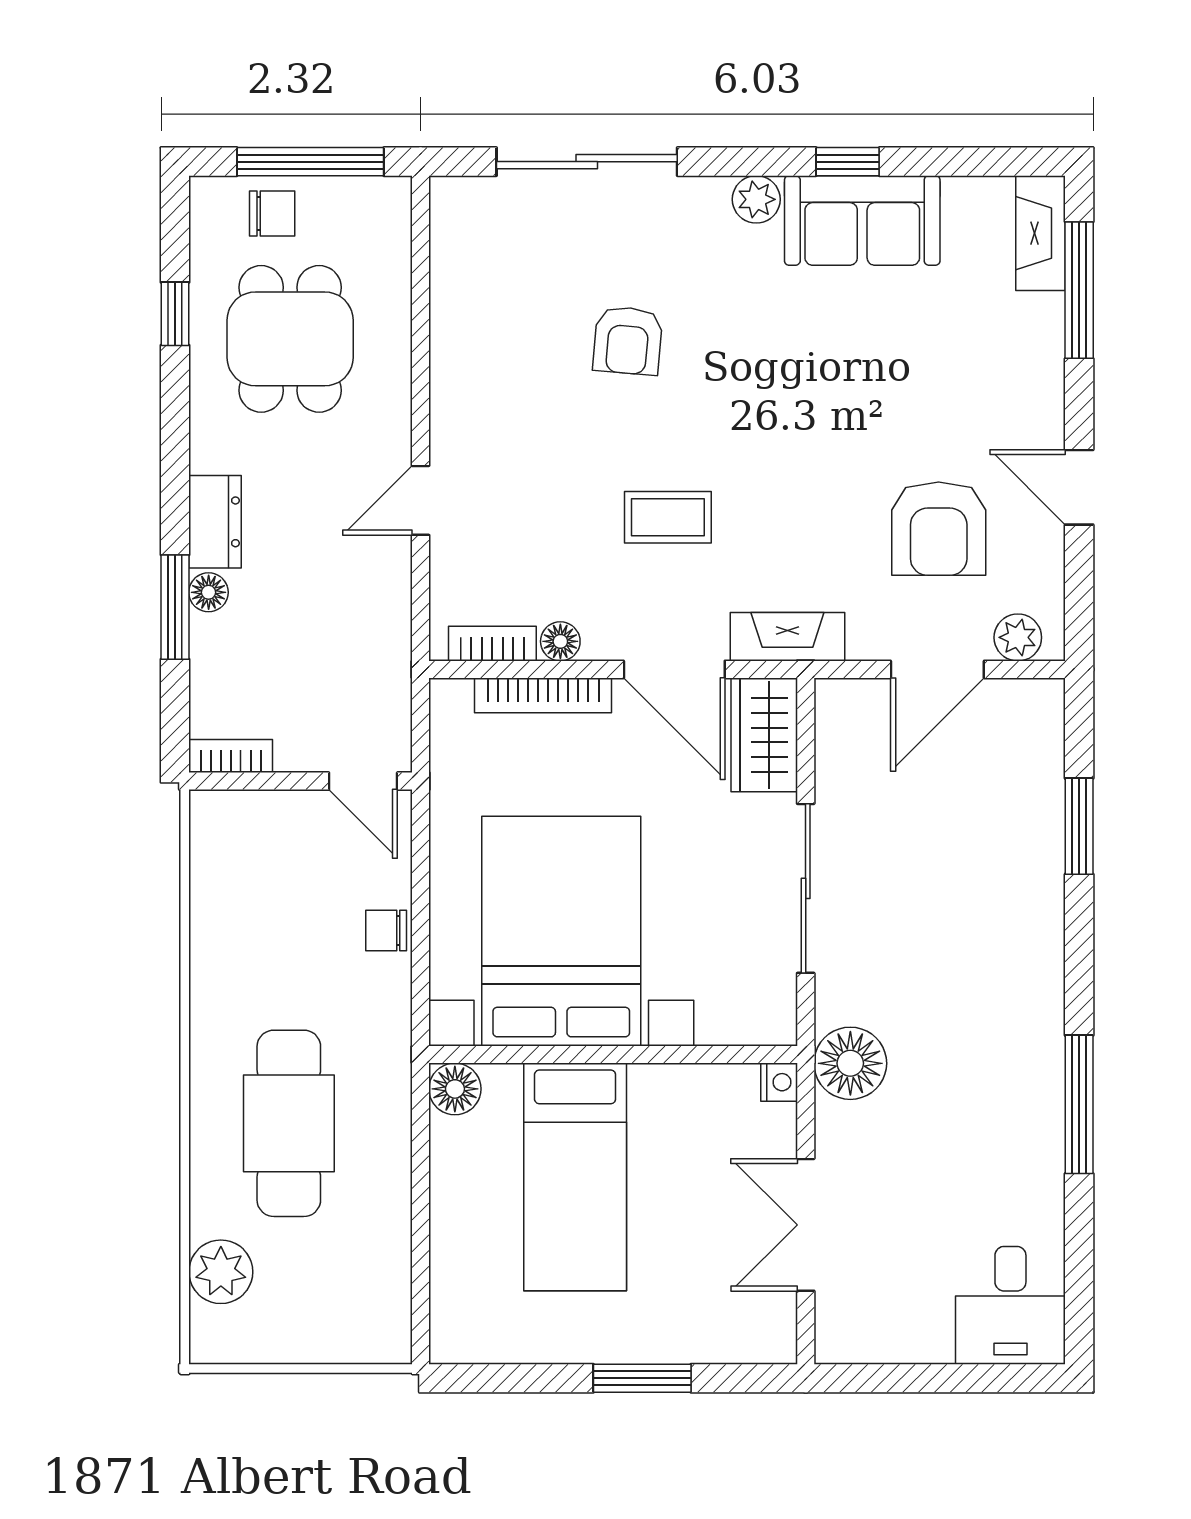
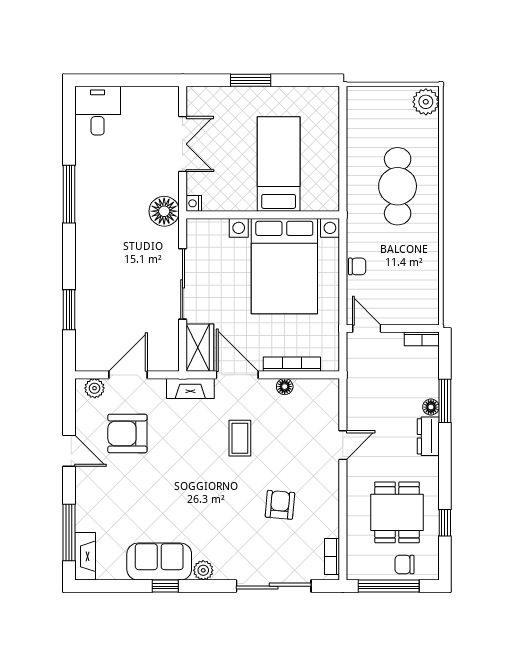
armchair: (628, 341) -> (280, 505), moved
coffee table: (668, 517) -> (240, 438), turned 90
armchair: (939, 529) -> (127, 433), turned -90
bookcase: (492, 644) -> (332, 556), moved, turned 90
floor lamp: (455, 1089) -> (329, 201), removed
plant: (221, 1272) -> (426, 102), moved

